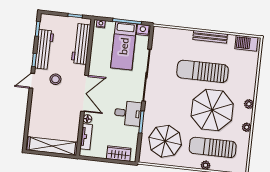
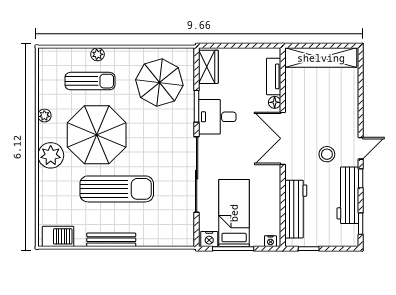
plant: (249, 104) -> (51, 155), width x1.87, depth x1.87
sun lounger: (213, 147) -> (90, 81), width x0.73, depth x0.75
wardrobe: (119, 153) -> (208, 67), moved, turned -90

